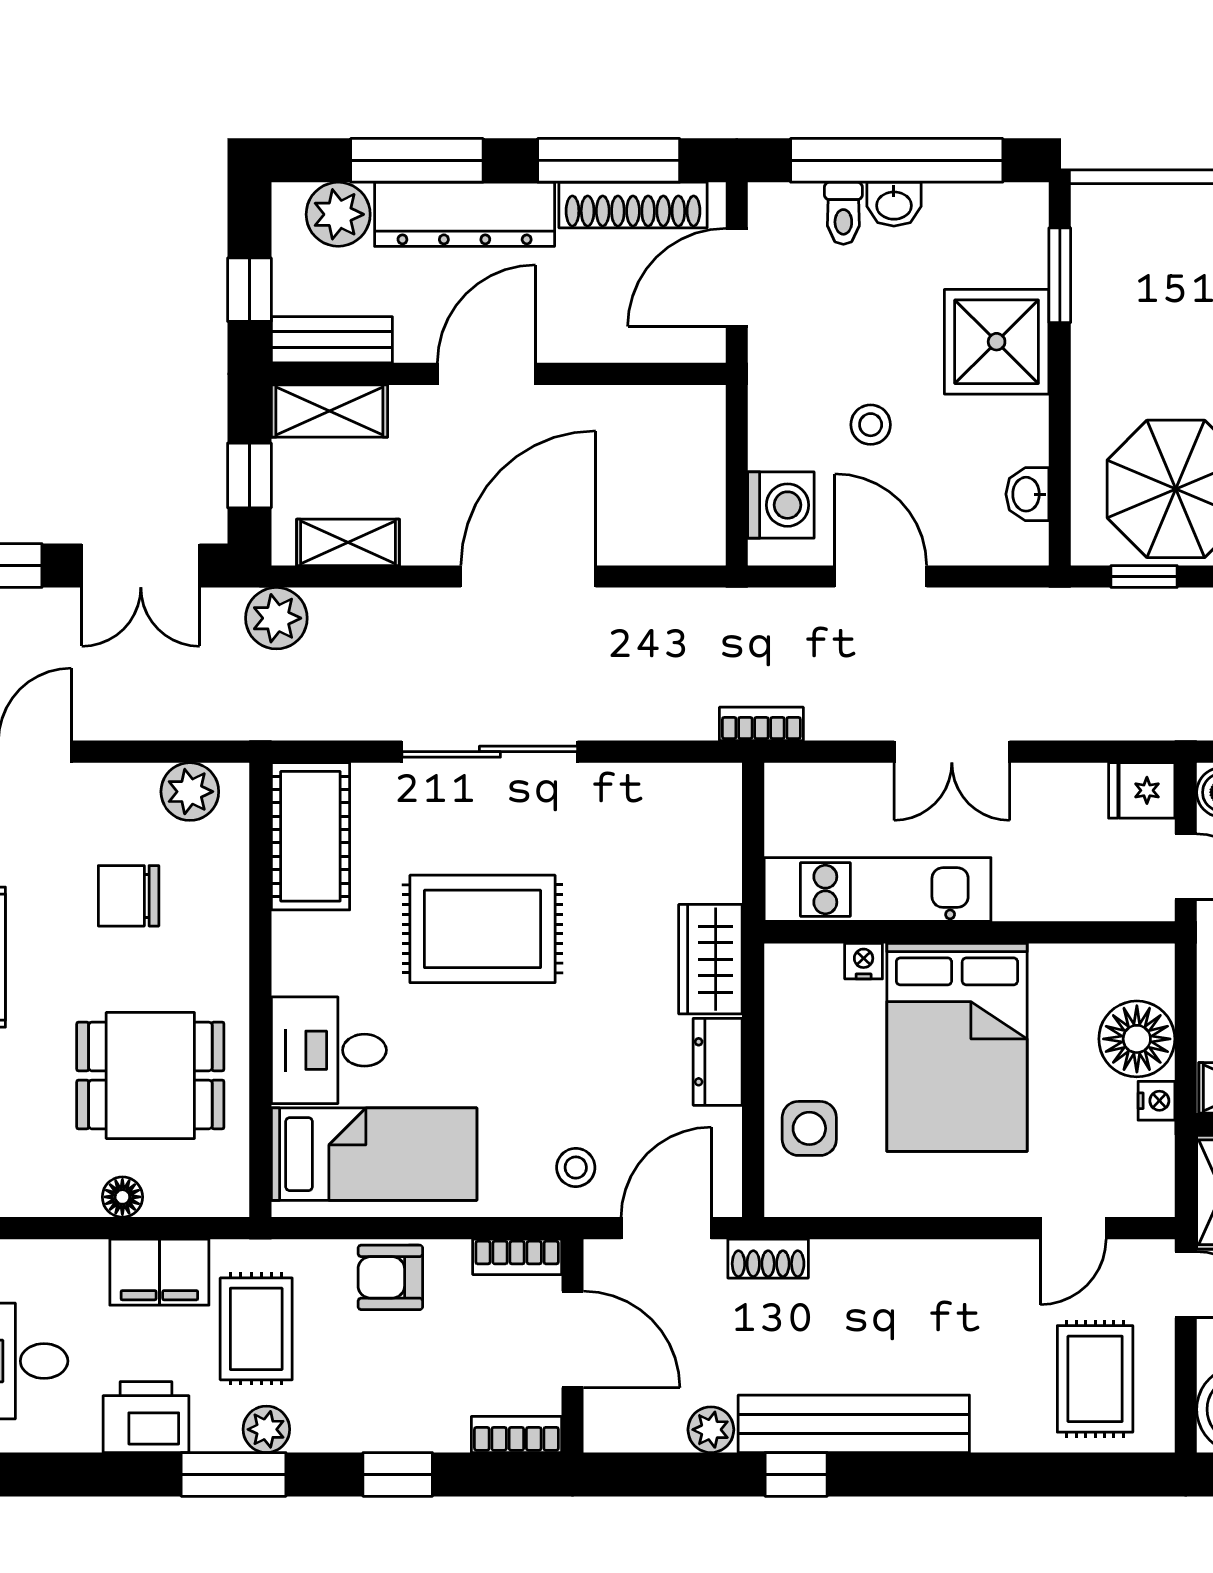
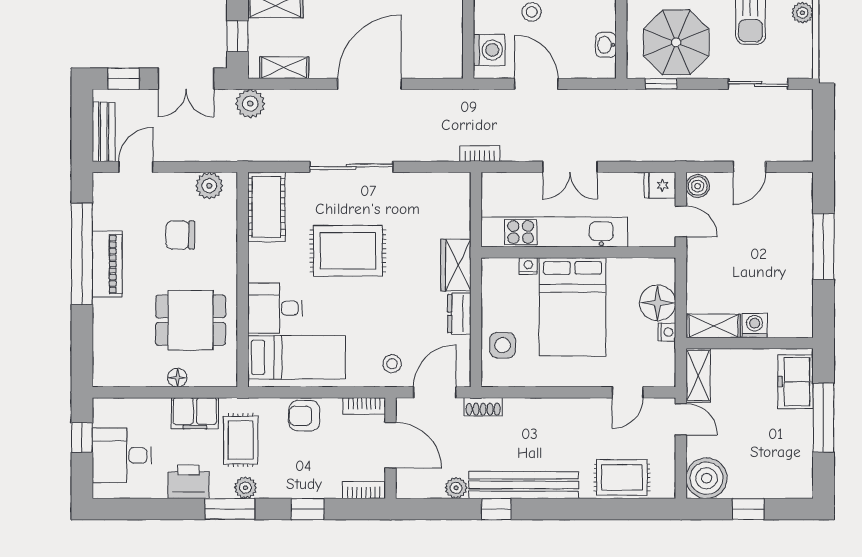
kitchen unit: (878, 889) -> (554, 232), width x1.36
rug: (1095, 1379) -> (622, 478), moved, turned 90

